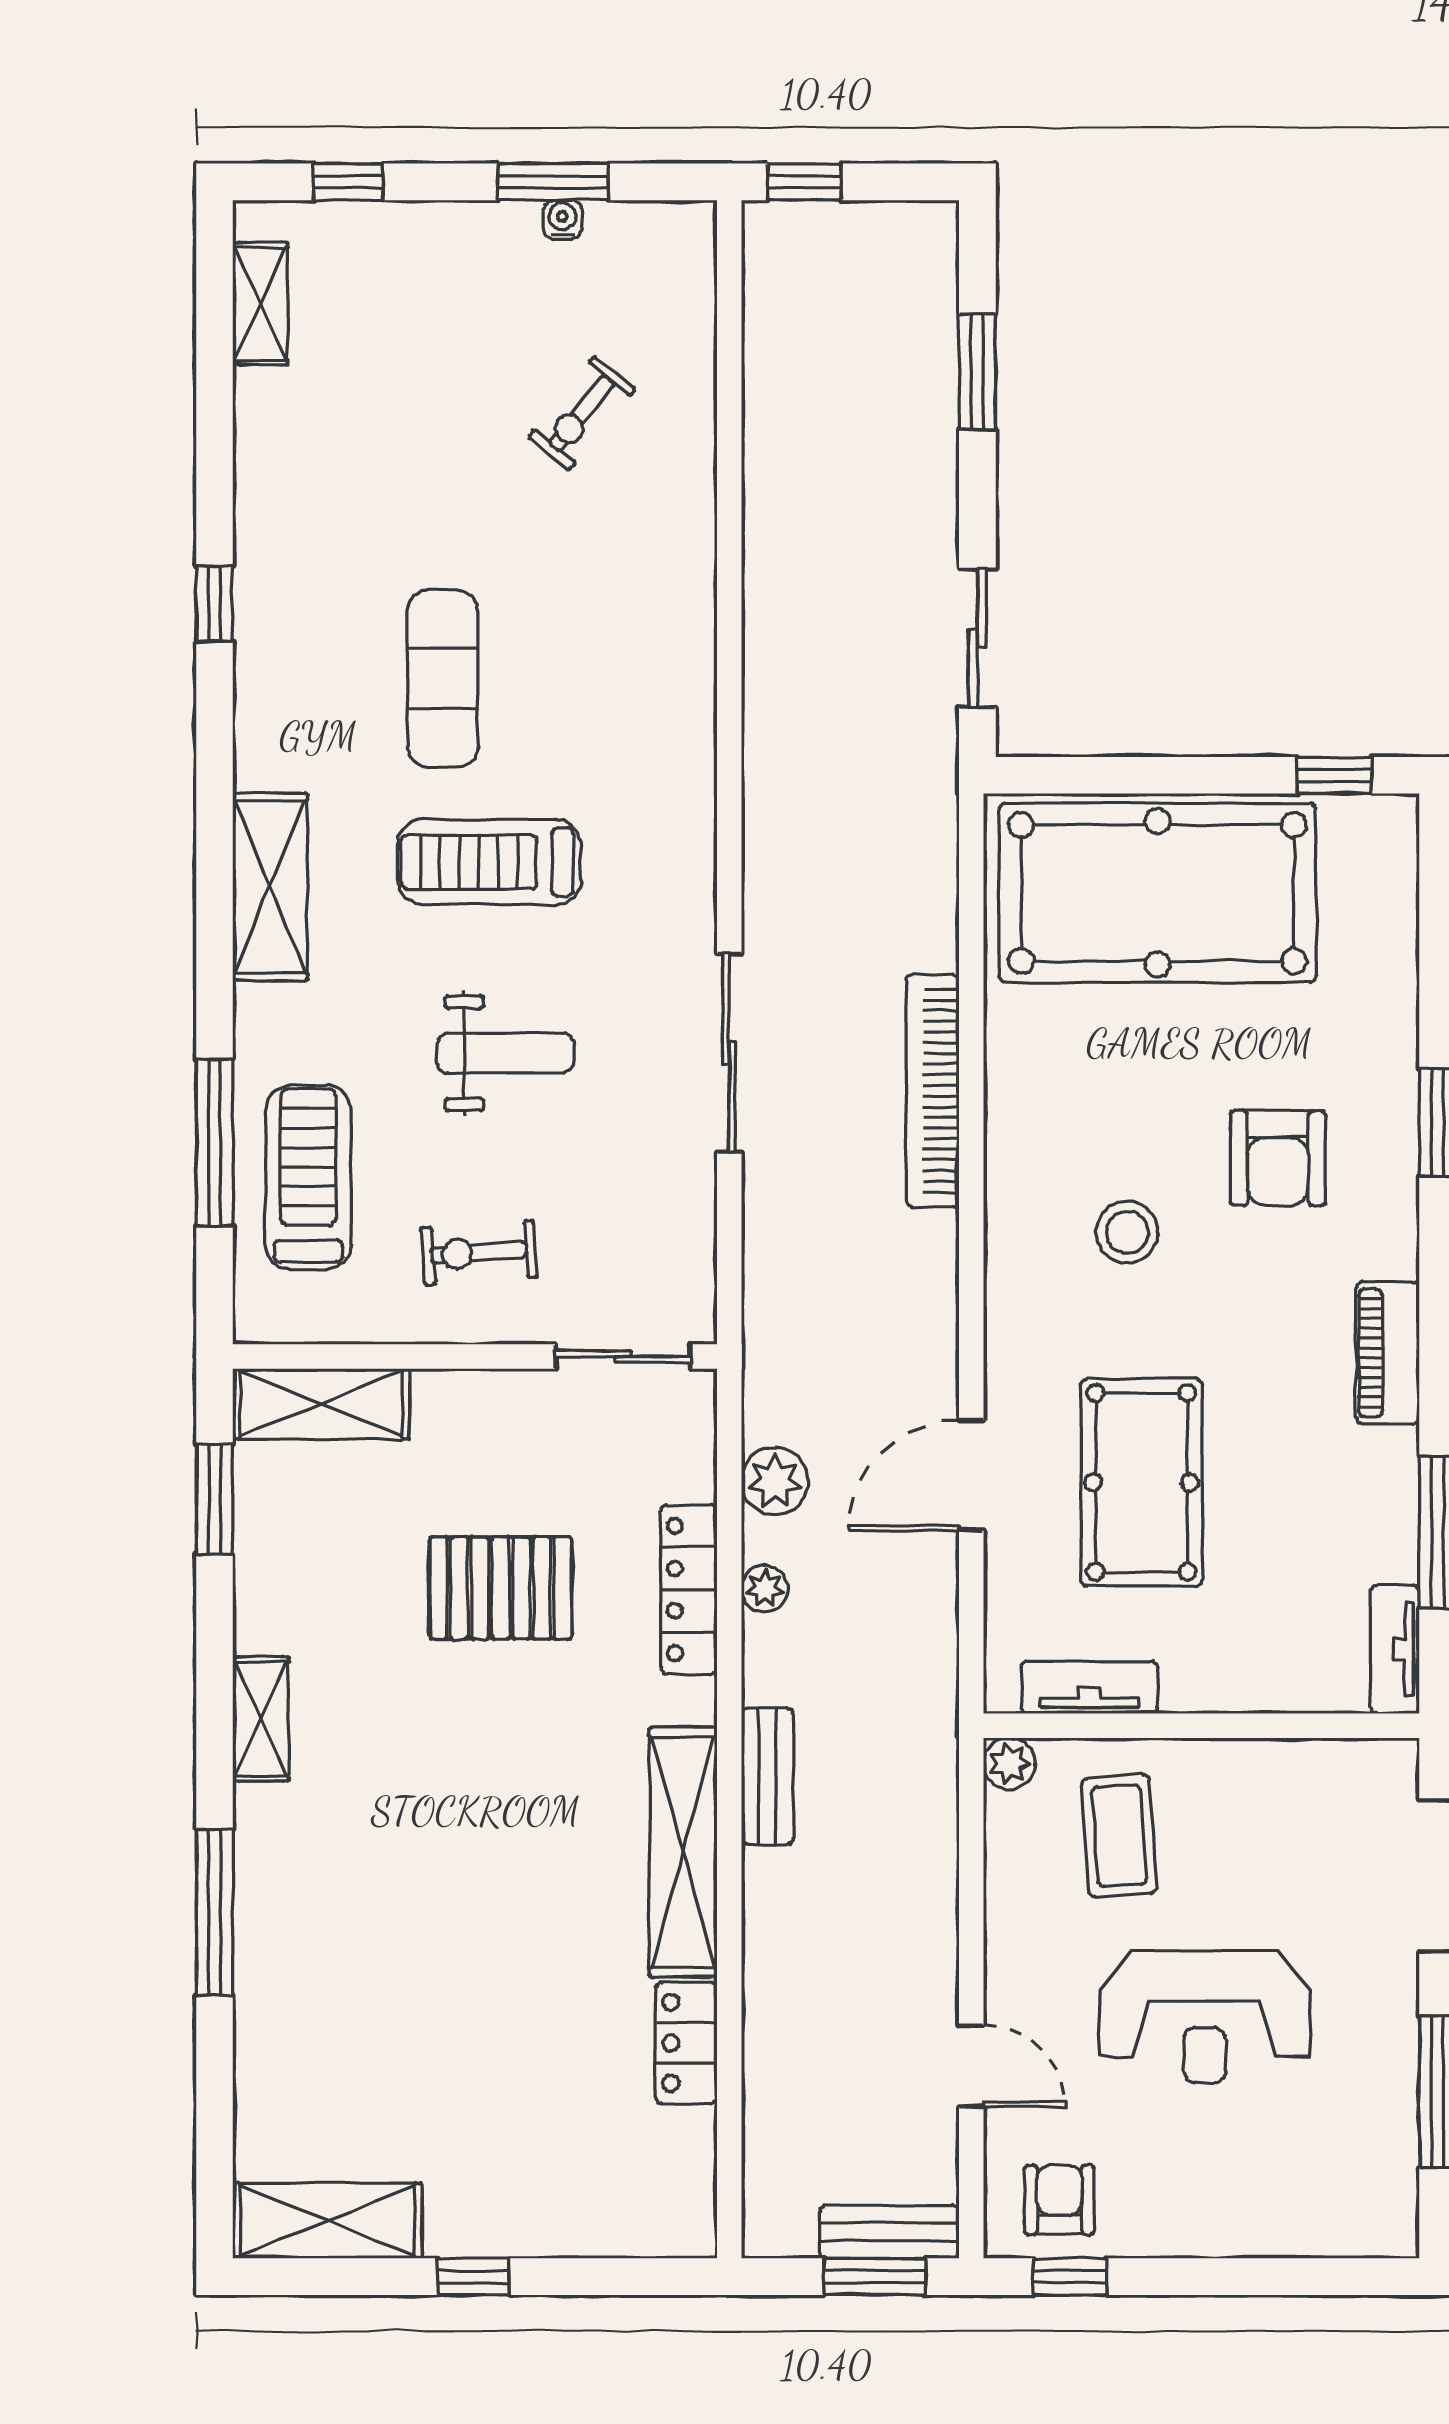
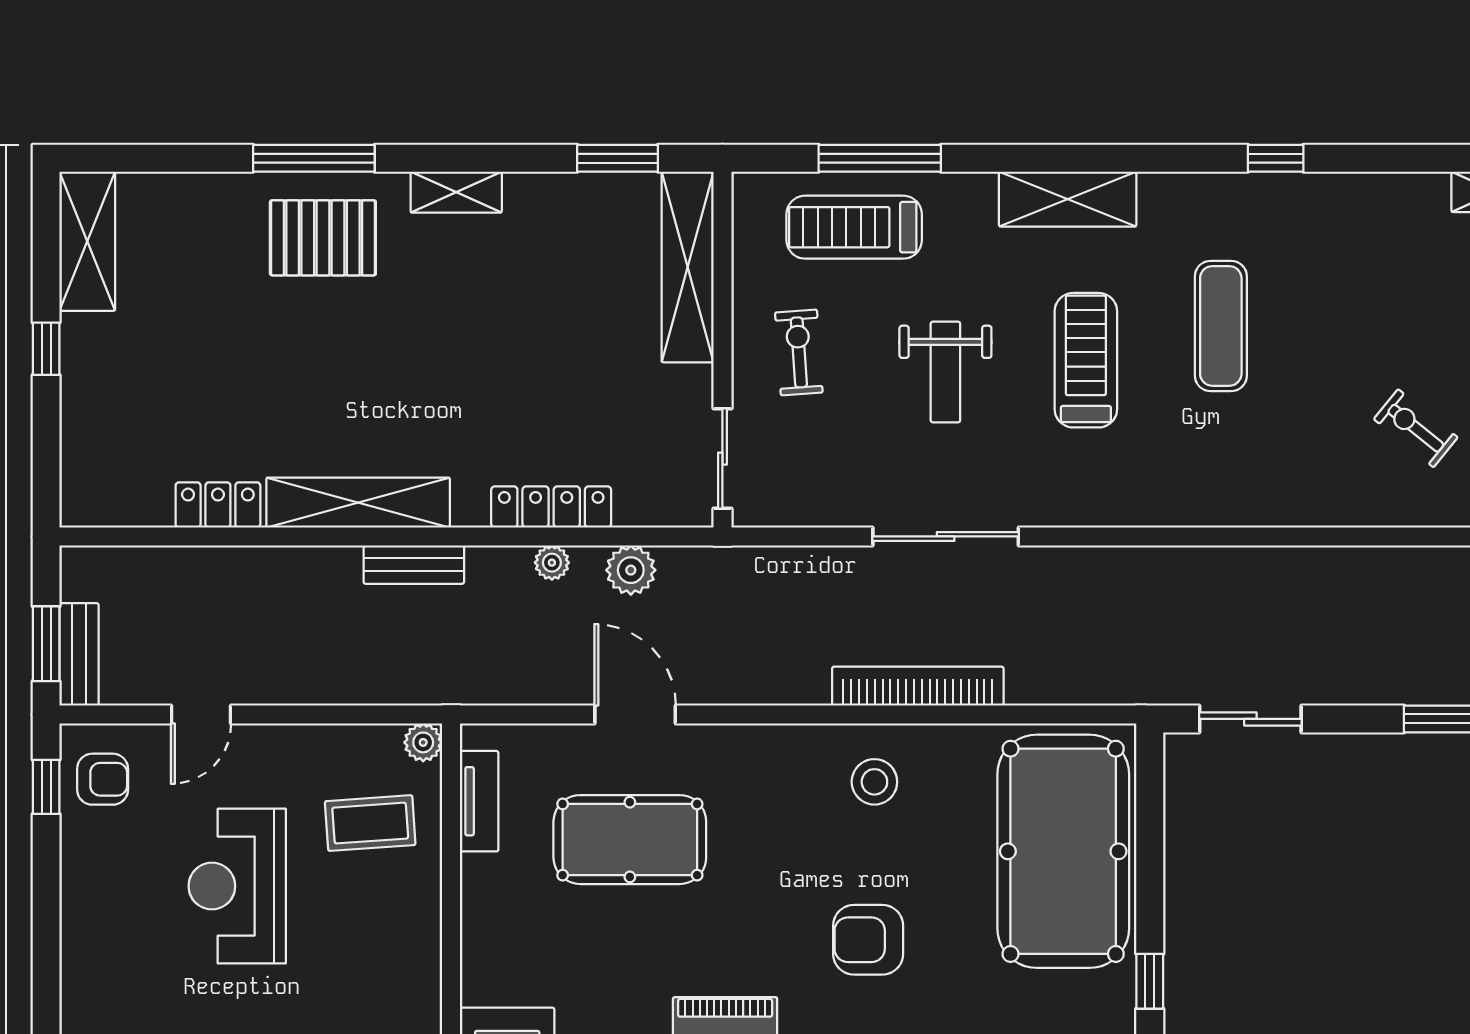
exercise mat: (443, 678) -> (1221, 326), turned 90
treadmill: (308, 1177) -> (854, 227), turned 180
stool: (1127, 1232) -> (874, 782), moved
shelving: (321, 1404) -> (688, 267), width x1.47
pallet: (501, 1588) -> (323, 238), moved, turned 90

